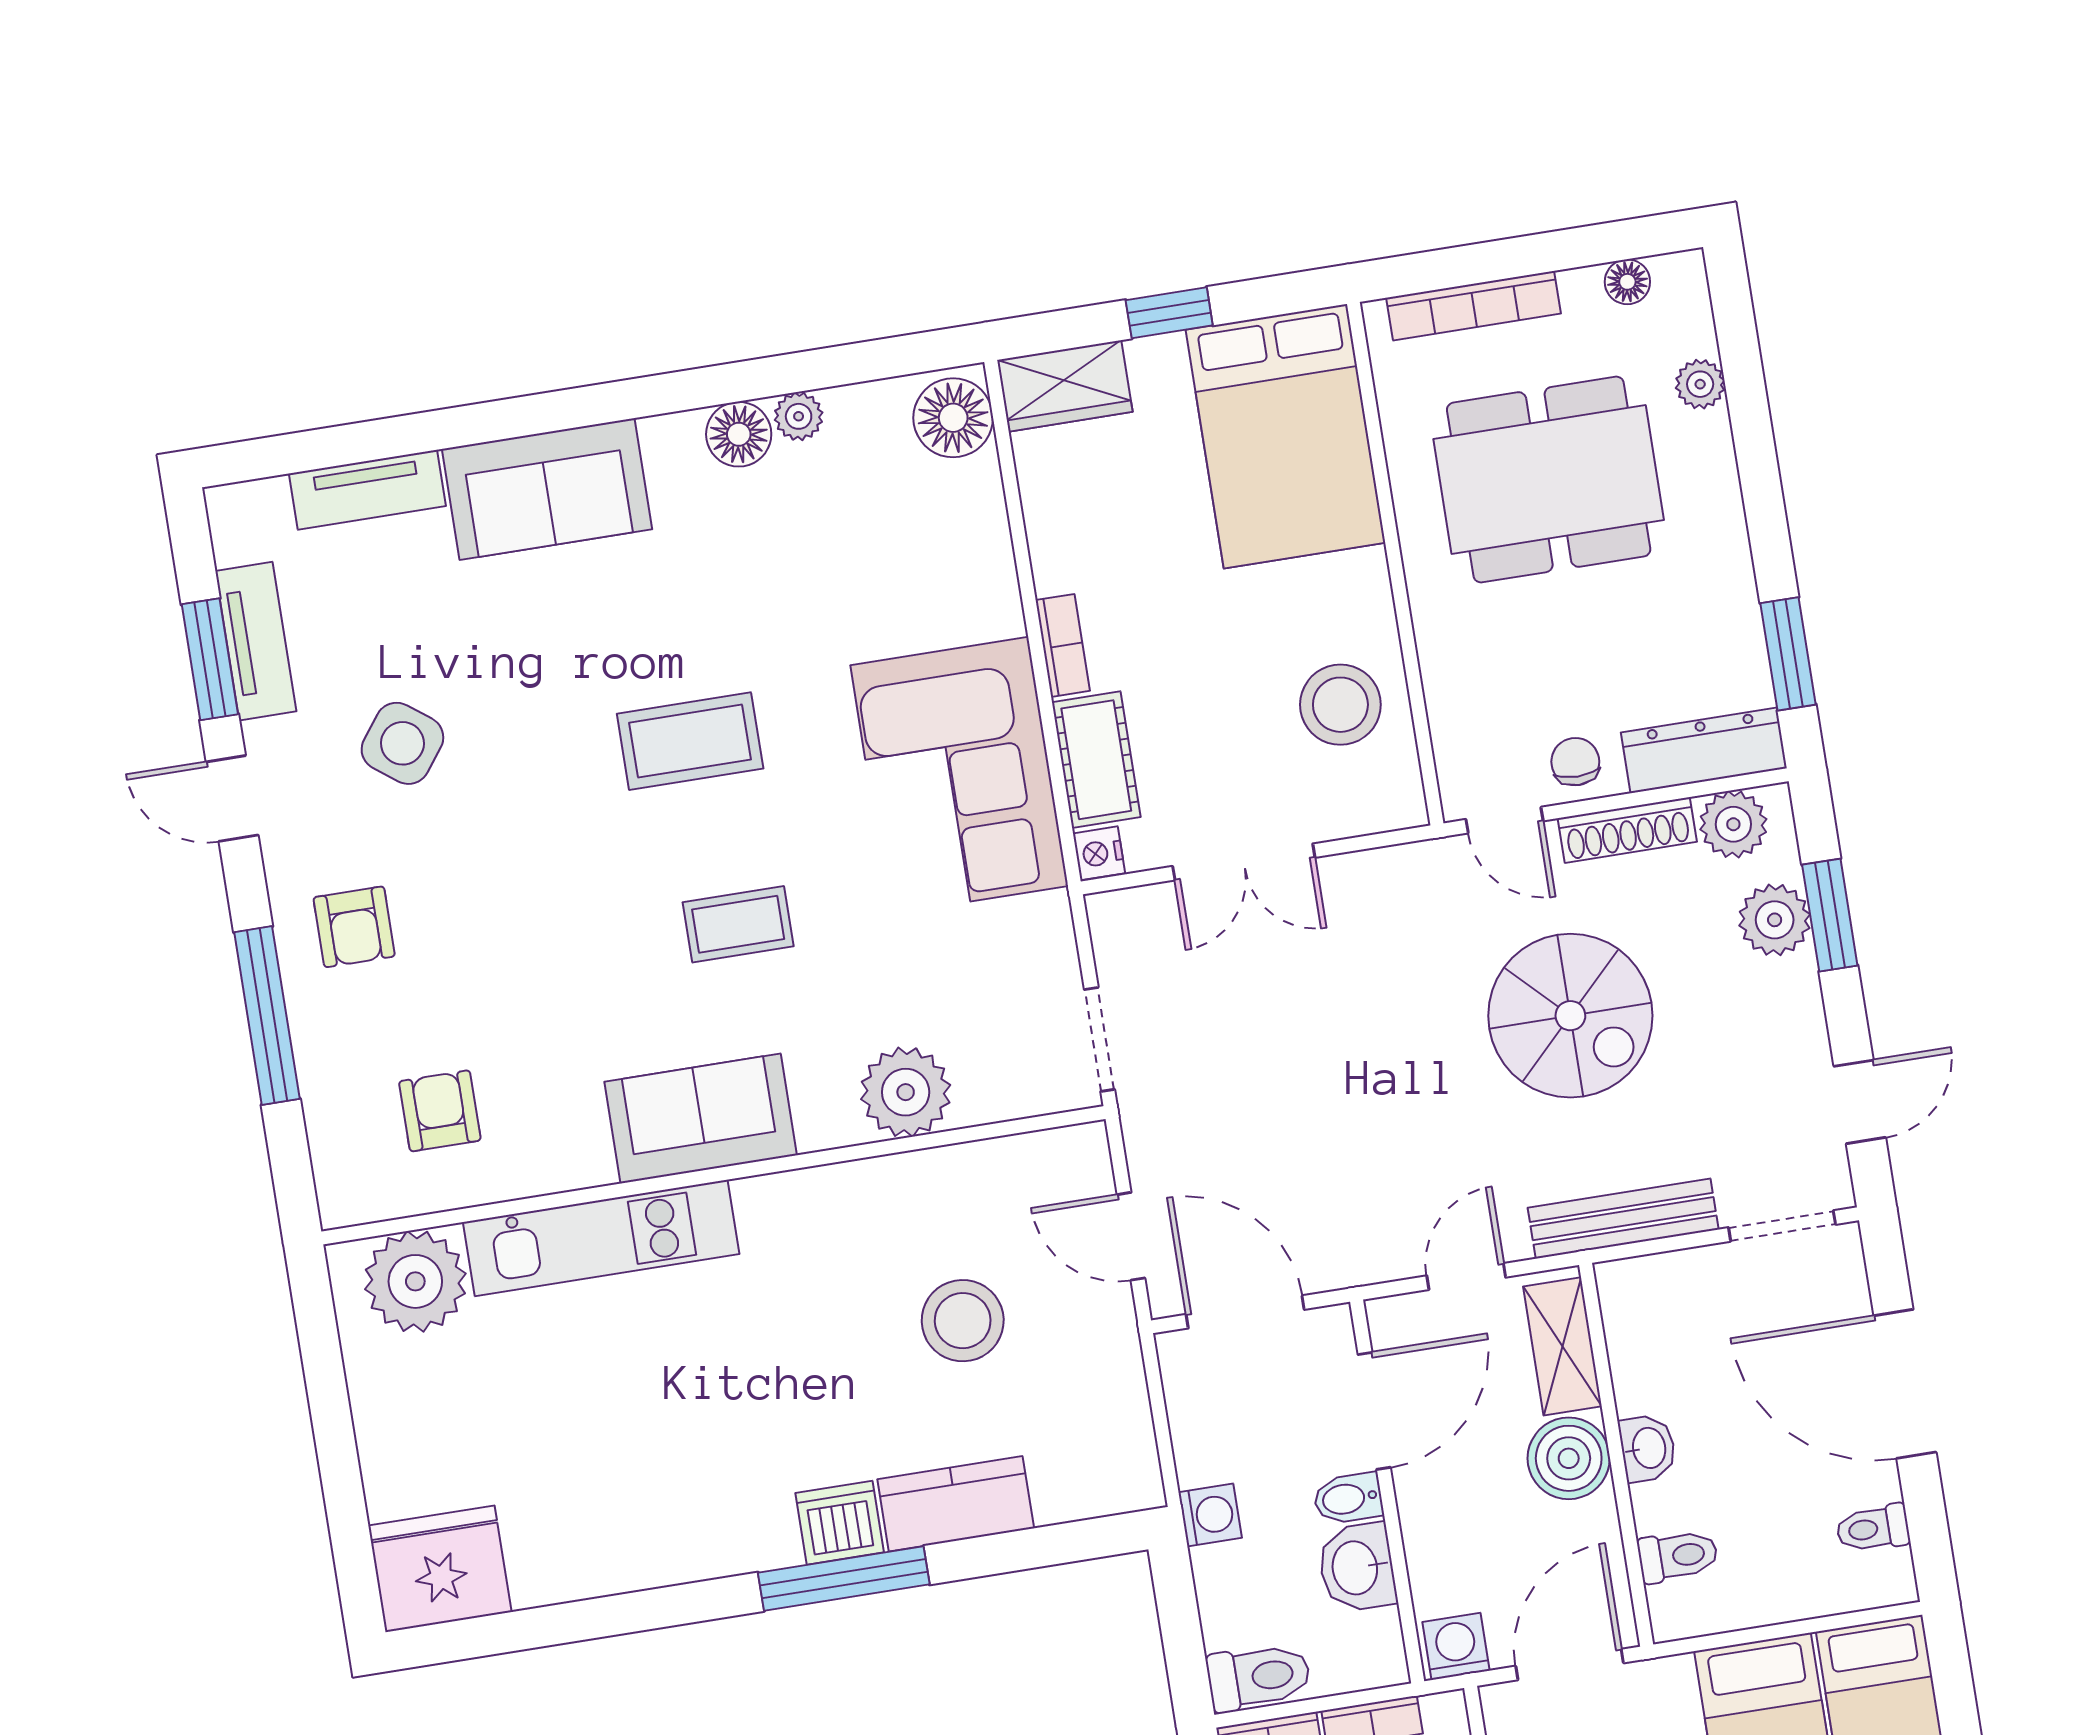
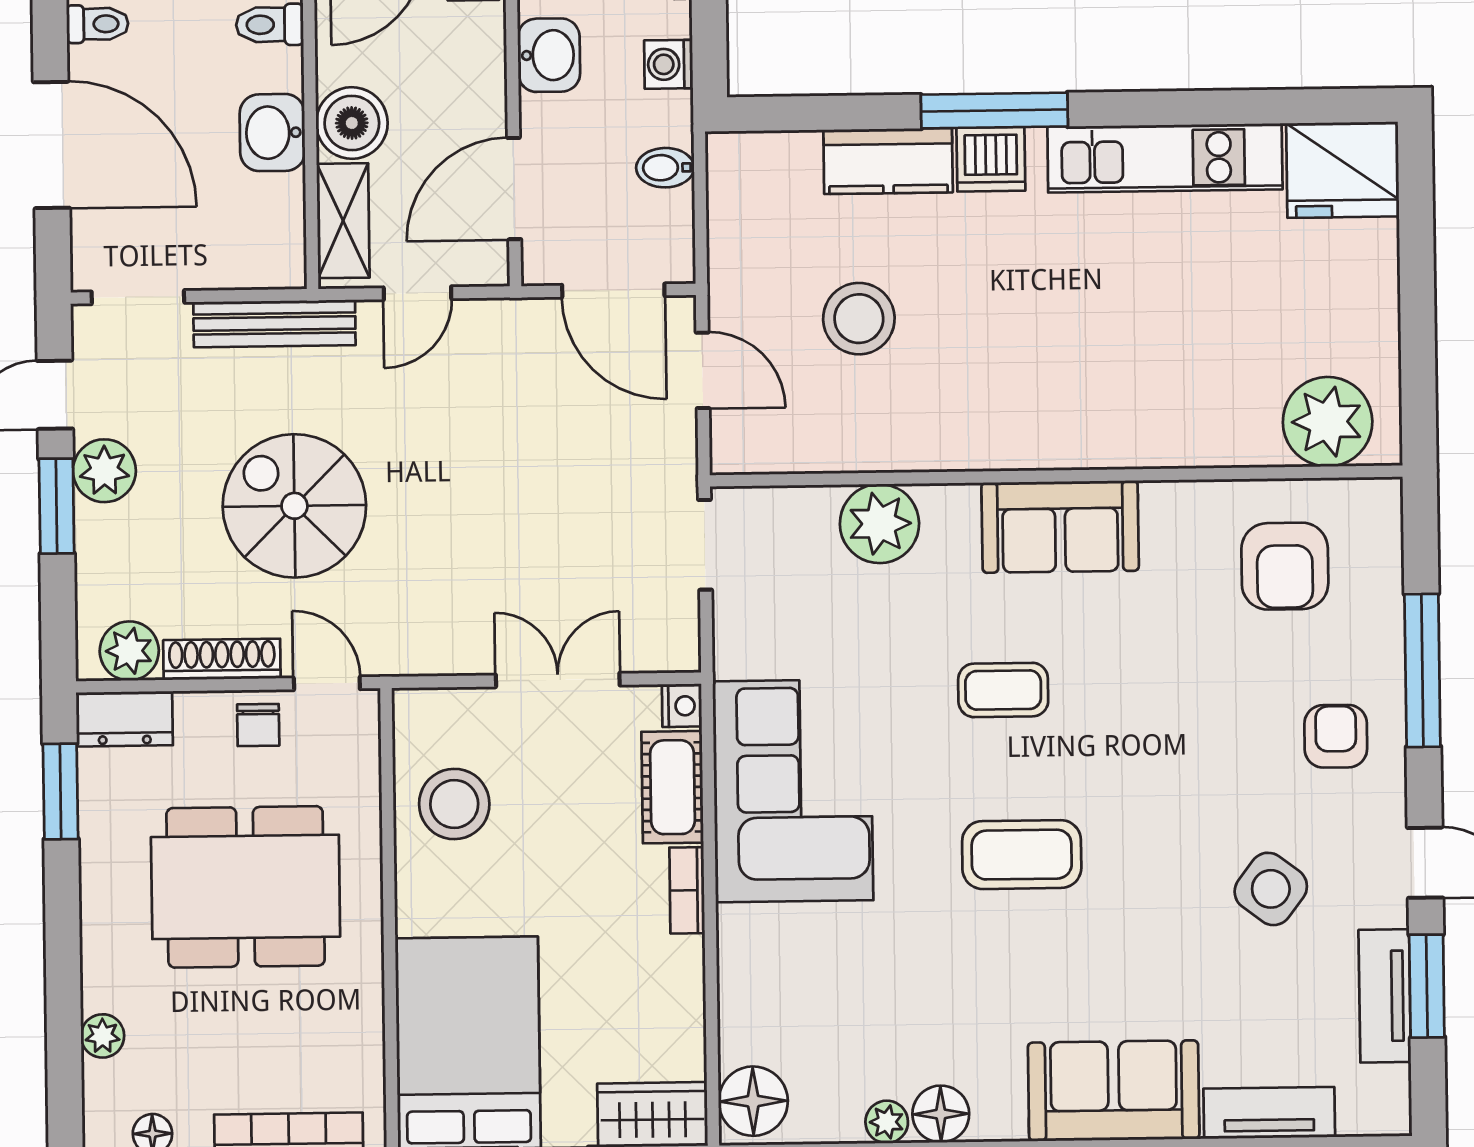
dining table: (1549, 480) -> (246, 887), moved
dresser: (1704, 750) -> (124, 719), width x0.70
window: (1830, 915) -> (57, 506), moved
plant: (1775, 920) -> (104, 471), moved
armchair: (440, 1111) -> (1285, 566), width x1.38, depth x1.38
kitchen unit: (601, 1238) -> (1165, 158), moved, turned 180
washbasin: (1648, 1448) -> (272, 133), width x1.38, depth x1.45
bidet: (1348, 1498) -> (665, 168), moved, turned 180
washing machine: (1210, 1515) -> (669, 64), moved

